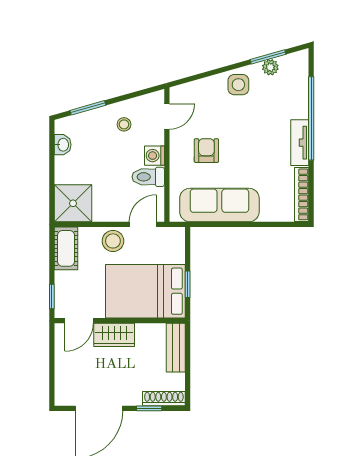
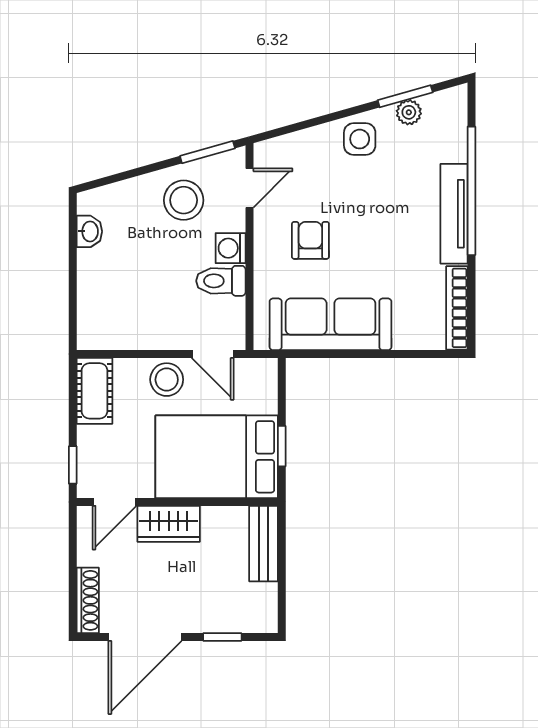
window: (88, 108) -> (207, 152), moved
stool: (124, 124) -> (184, 200), width x1.89, depth x1.89
tv unit: (300, 143) -> (454, 214), width x1.41
shower: (73, 203) -> (105, 322), removed
door: (143, 224) -> (213, 354), swing flipped
shoe rack: (164, 399) -> (88, 600), moved, turned 90

